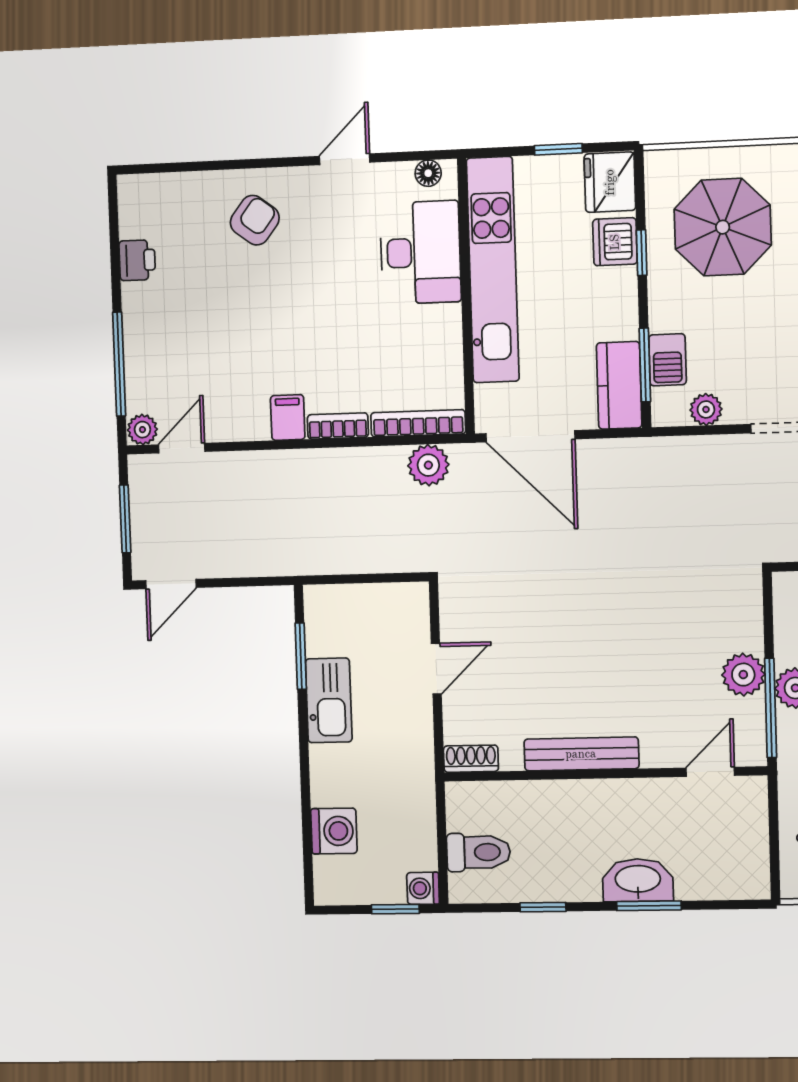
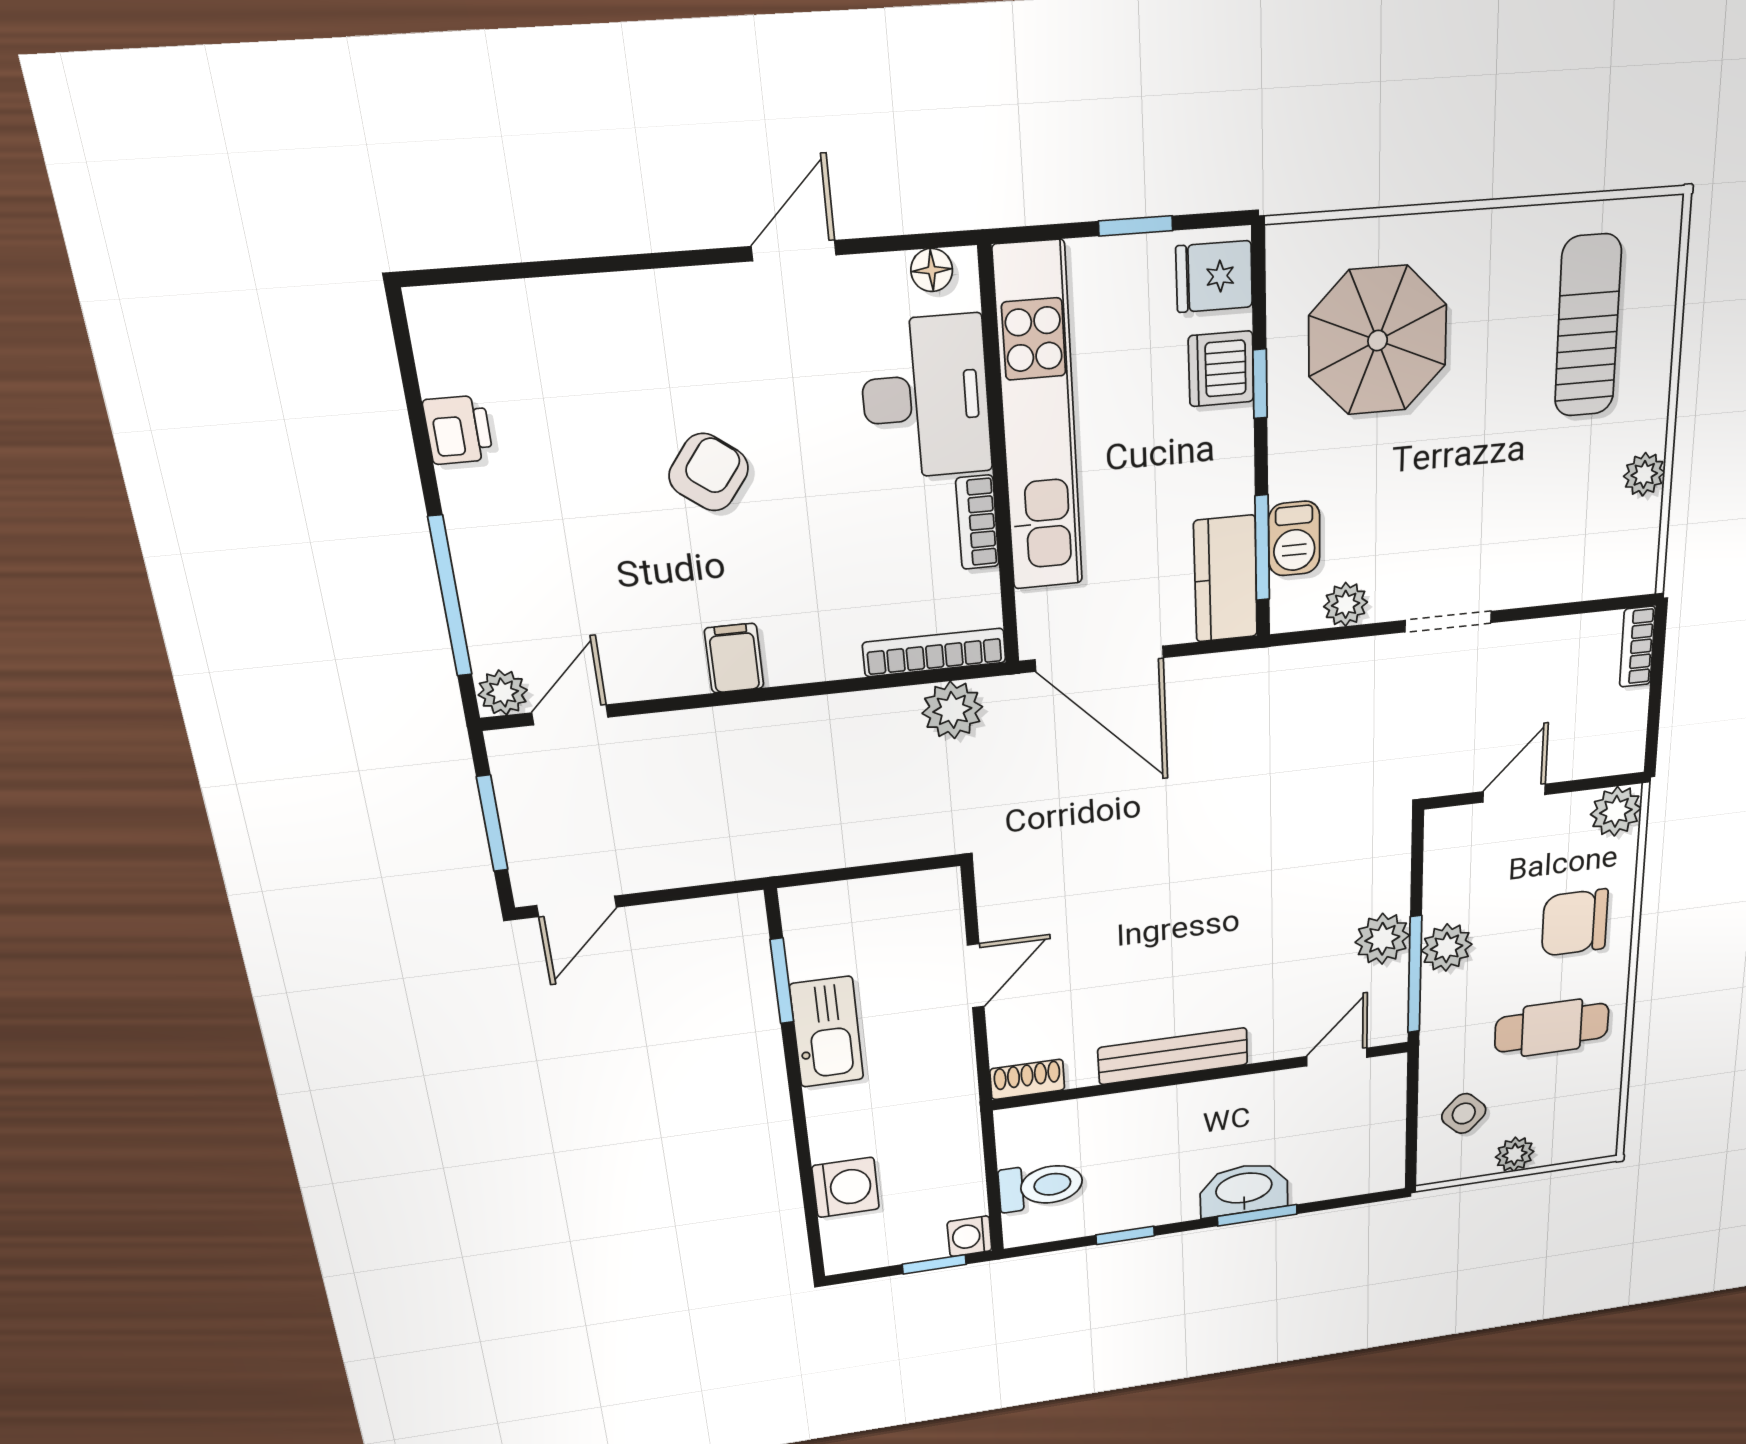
fridge: (610, 182) -> (1214, 277), width x0.72
armchair: (255, 220) -> (709, 472), moved
bookcase: (338, 426) -> (977, 522), moved, turned -90

